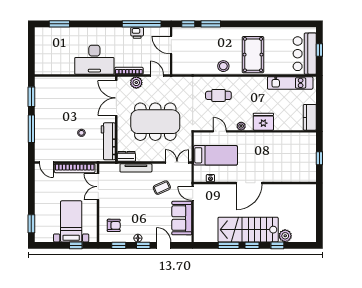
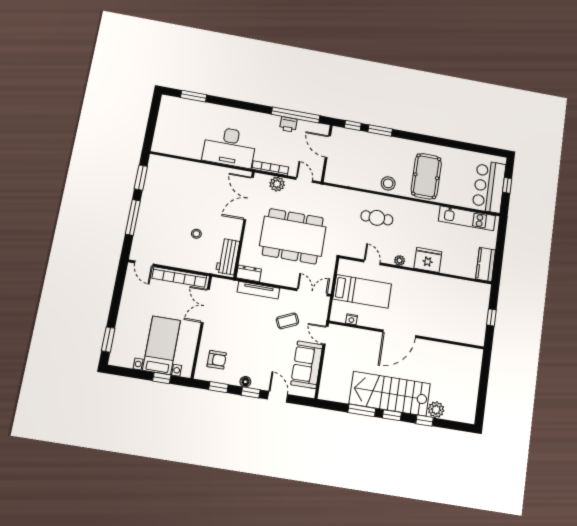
workbench: (108, 141) -> (228, 257), width x0.73

